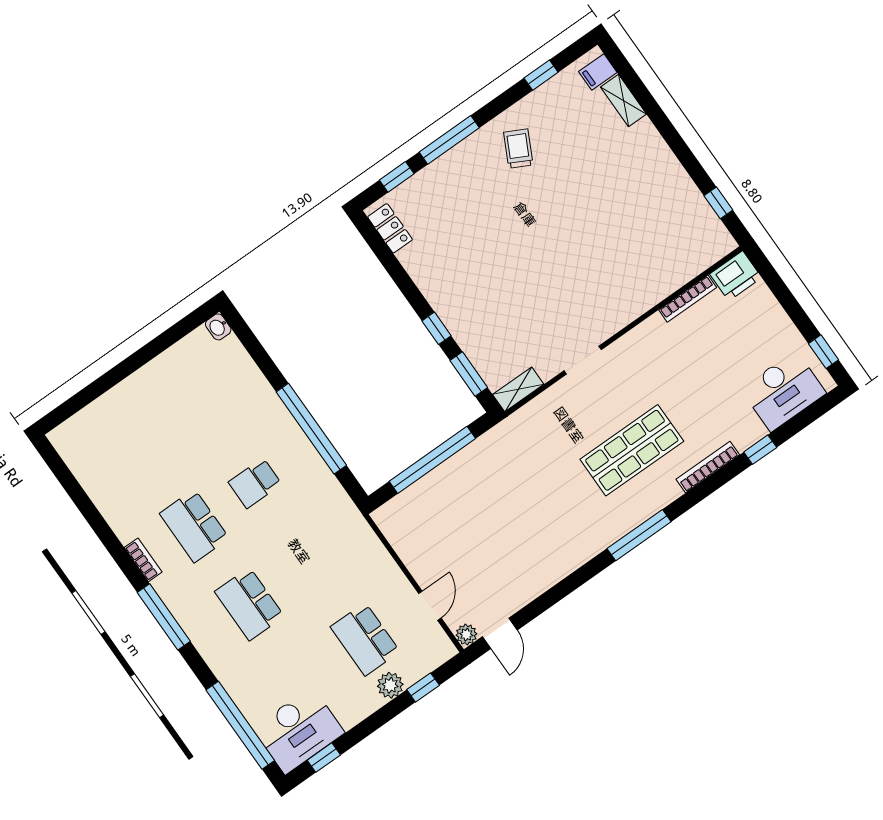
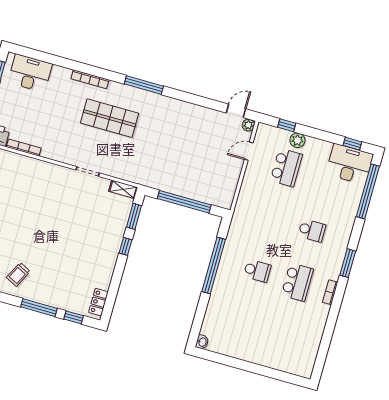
window: (760, 450) -> (64, 62), removed
school desk: (249, 604) -> (312, 230), width x0.54
window: (164, 617) -> (348, 263), width x0.69

